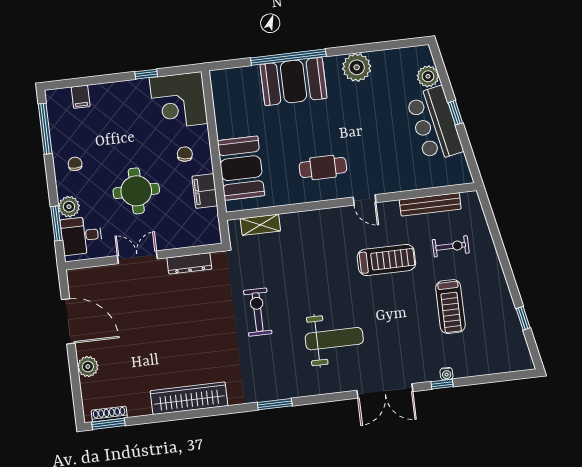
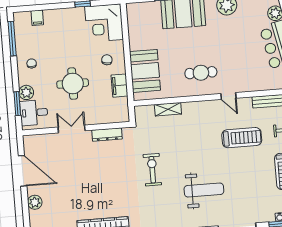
shelving: (260, 225) -> (168, 109), moved

